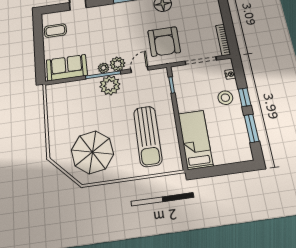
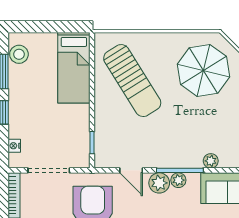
door: (139, 70) -> (131, 170), hinge flipped
plant: (110, 85) -> (211, 161), moved, width x0.53, depth x0.53
stool: (225, 98) -> (19, 54), moved
sun lounger: (148, 136) -> (132, 81), turned 148

